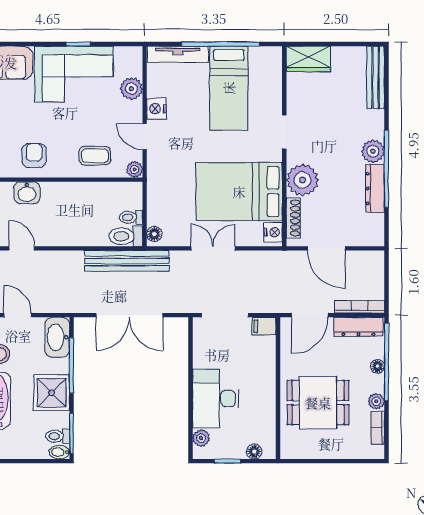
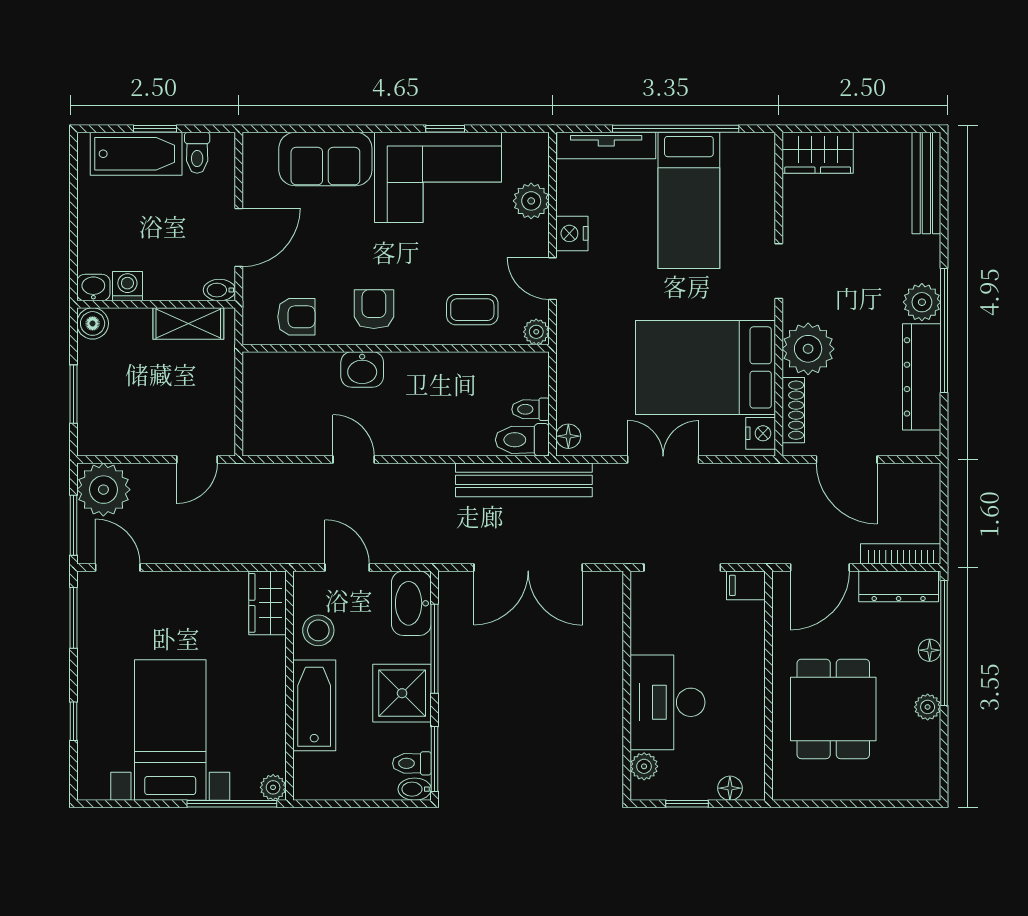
dresser: (375, 189) -> (922, 377), width x1.37, depth x1.24
dining table: (318, 403) -> (833, 709), turned 90
bookcase: (378, 428) -> (930, 750), removed

